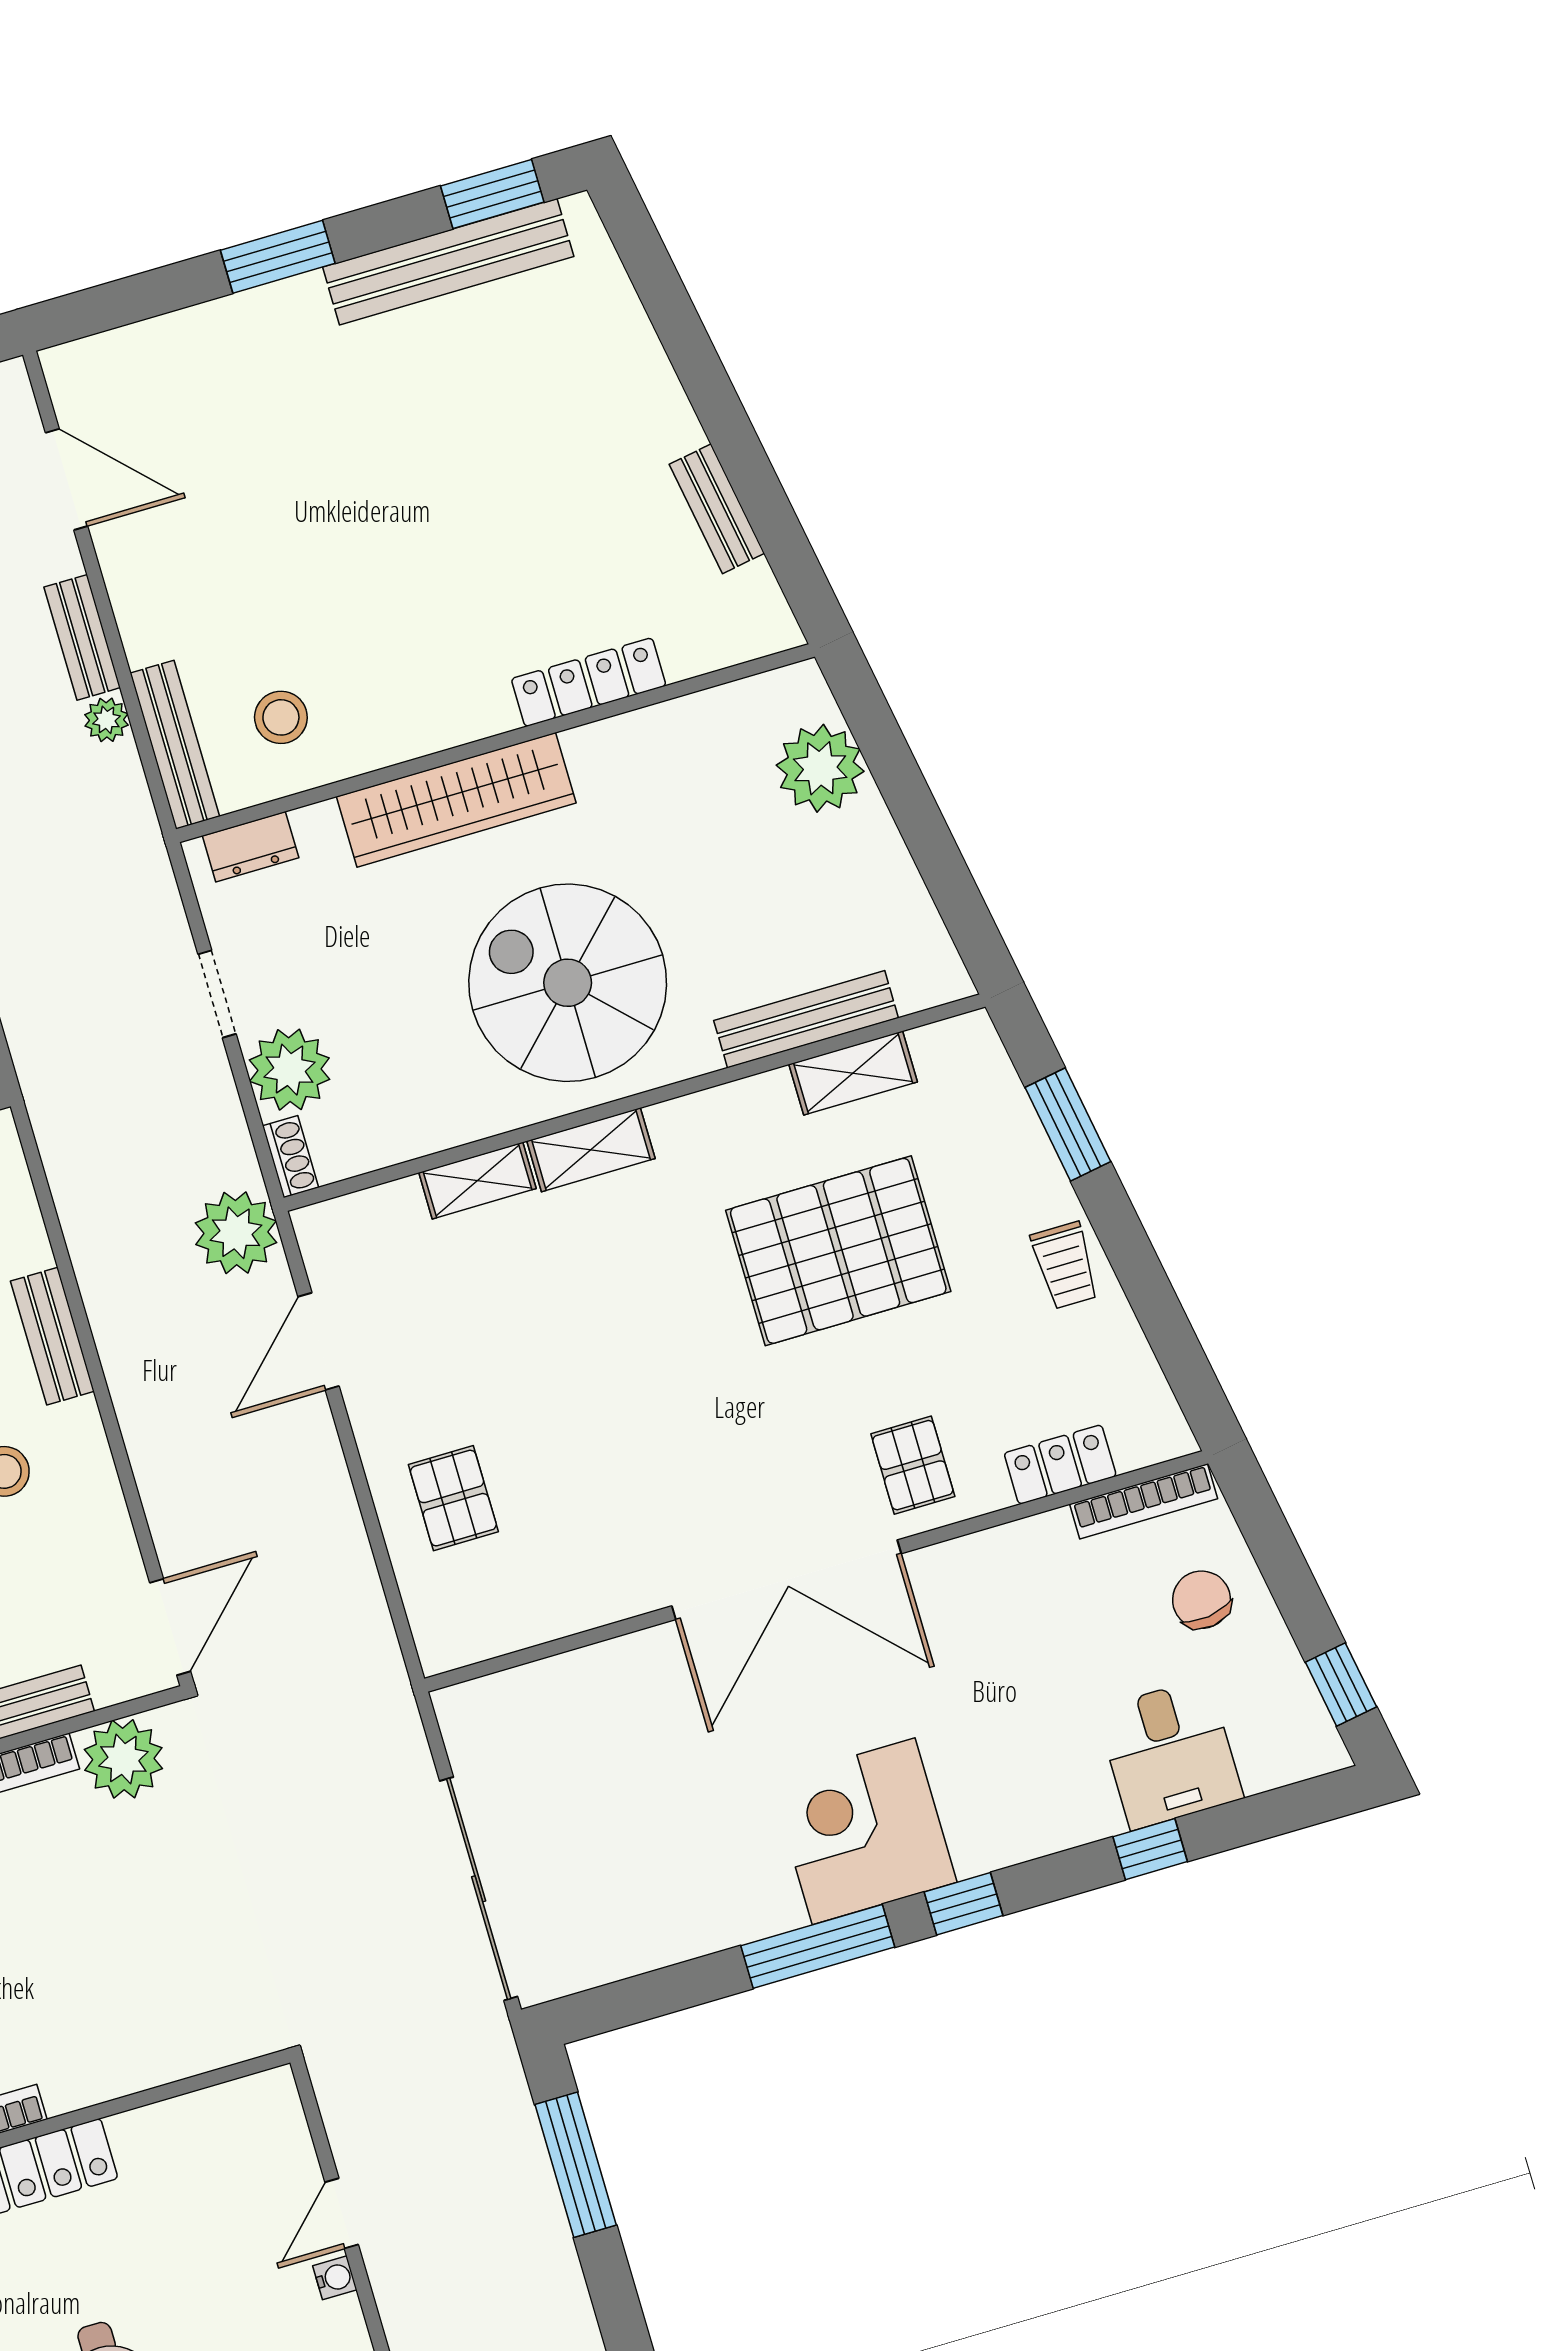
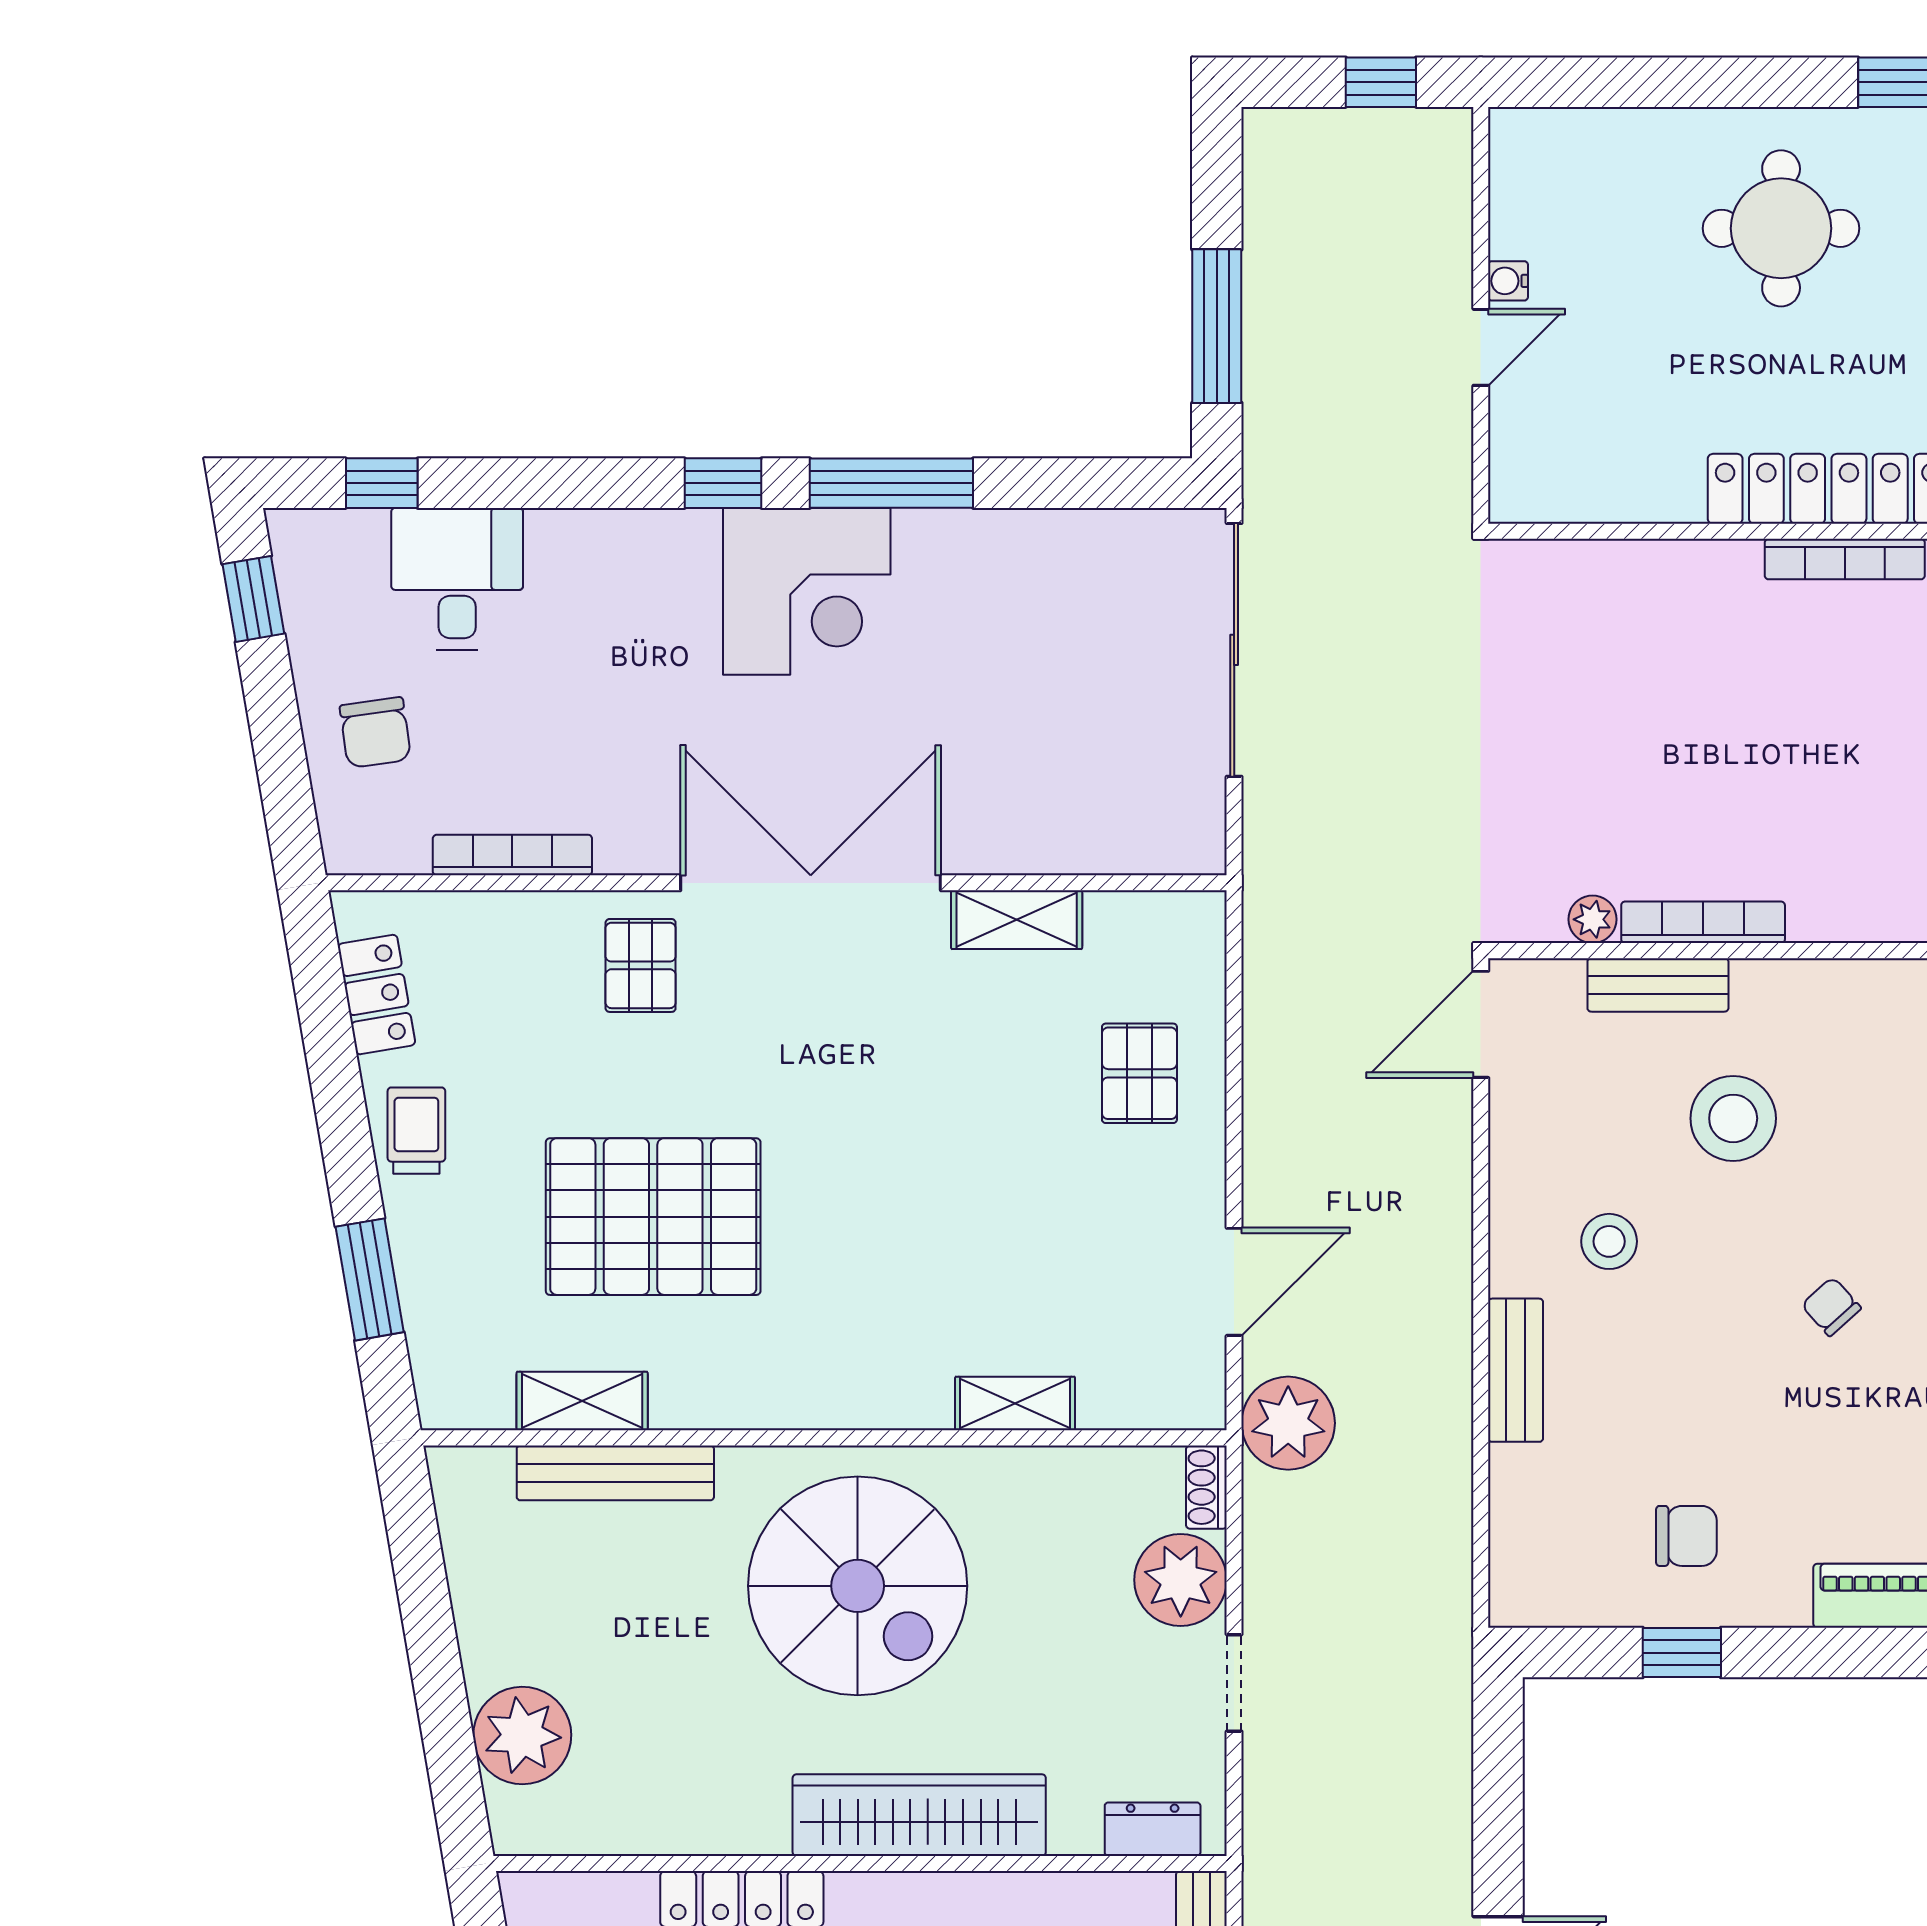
shelving: (591, 1150) -> (1017, 920), moved
locker: (1060, 1465) -> (377, 995), moved, turned -100
bookcase: (1144, 1501) -> (512, 855), moved
plant: (123, 1759) -> (1592, 919), width x0.53, depth x0.53
window: (1150, 1849) -> (382, 483), moved

